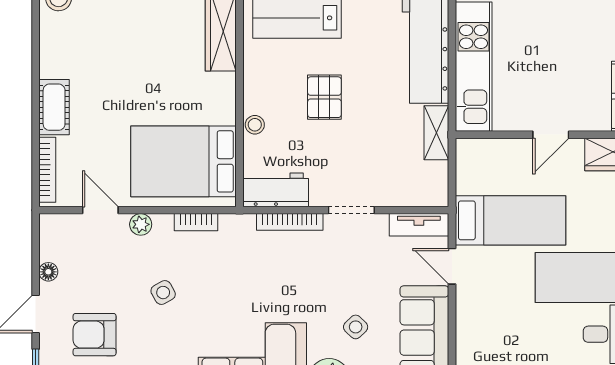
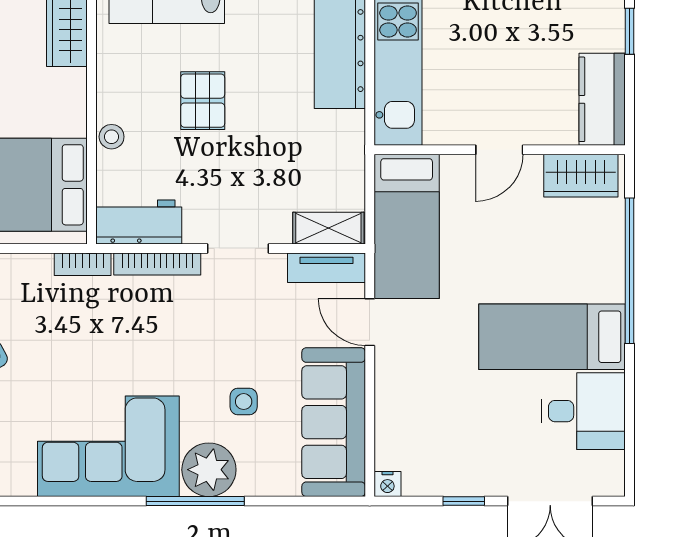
shelving: (436, 133) -> (328, 228), moved, turned 90
bed: (510, 220) -> (407, 226), moved, turned 90
bookcase: (196, 222) -> (83, 264), moved
side table: (356, 327) -> (244, 402), turned 45

